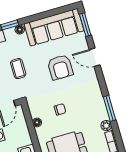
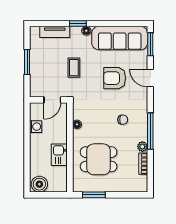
armchair: (60, 67) -> (115, 78), turned 90
window: (109, 108) -> (150, 131), width x1.44
chair: (60, 109) -> (123, 120), moved

